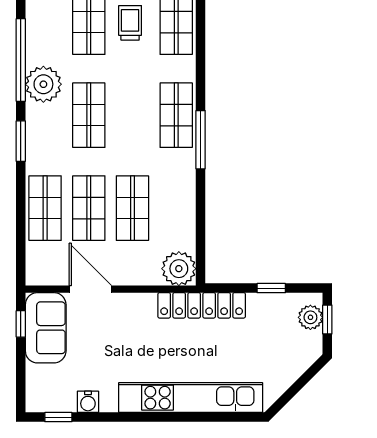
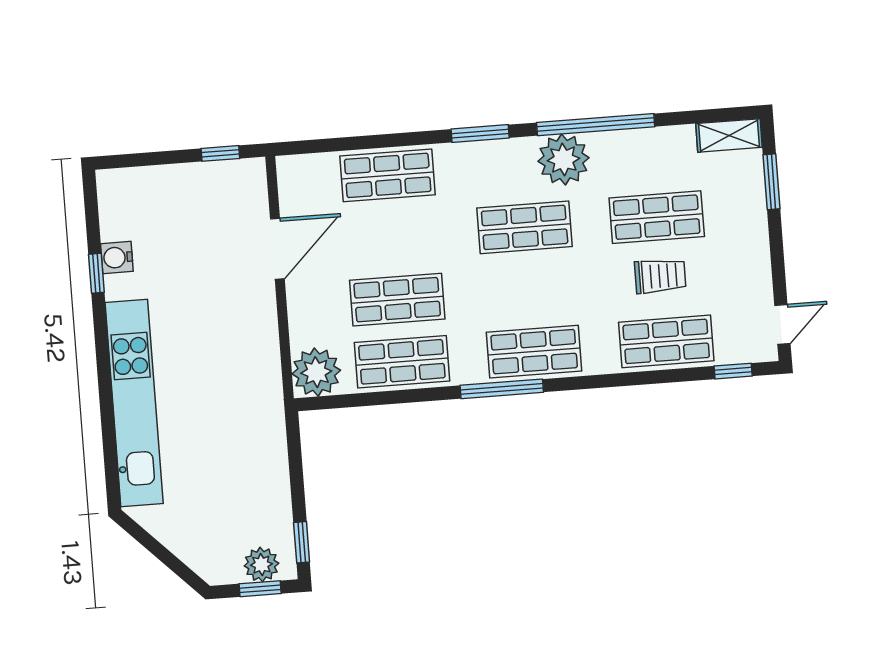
shop shelf: (89, 208) -> (402, 362), moved
window: (271, 288) -> (302, 542), moved
locker: (202, 305) -> (266, 408), removed
sofa: (46, 328) -> (218, 189), removed
window: (58, 417) -> (96, 273), moved

